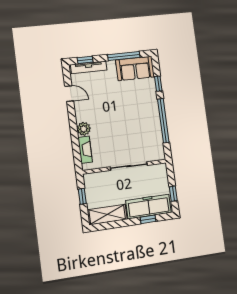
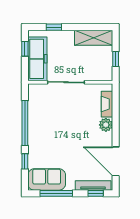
door: (69, 94) -> (116, 161), width x1.88
freezer: (149, 207) -> (37, 59), moved, turned -90

